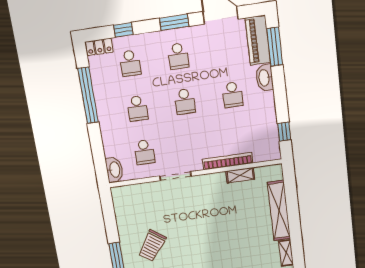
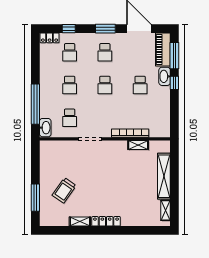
window: (88, 95) -> (35, 104), moved
window: (284, 132) -> (174, 83), moved

